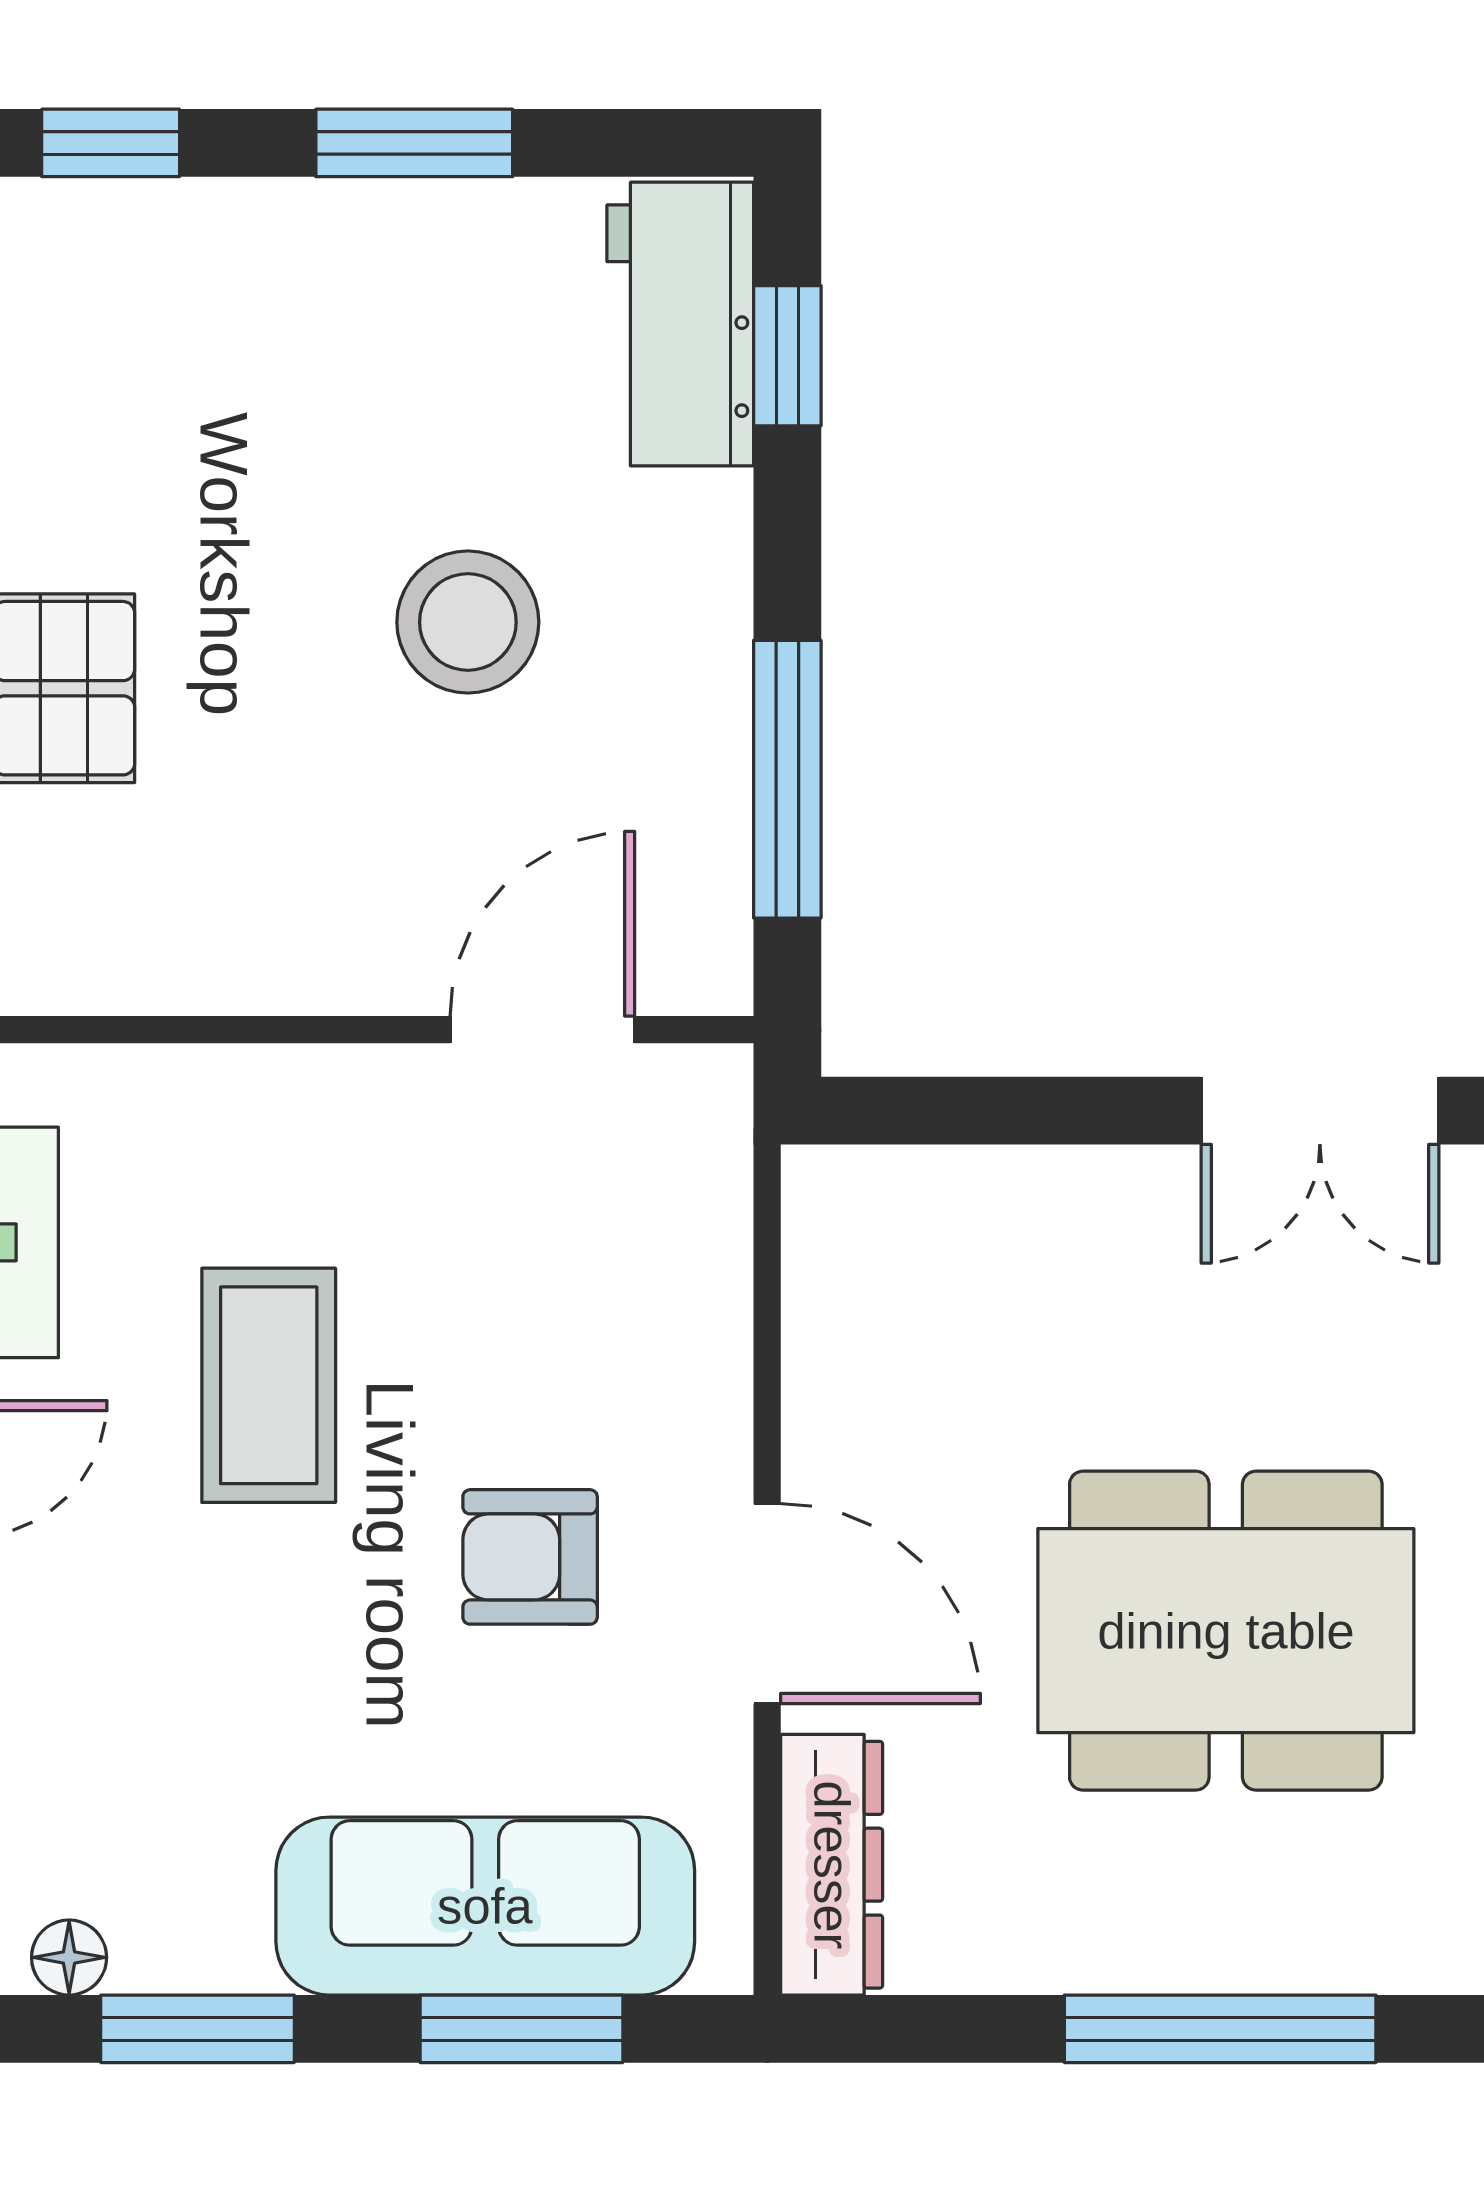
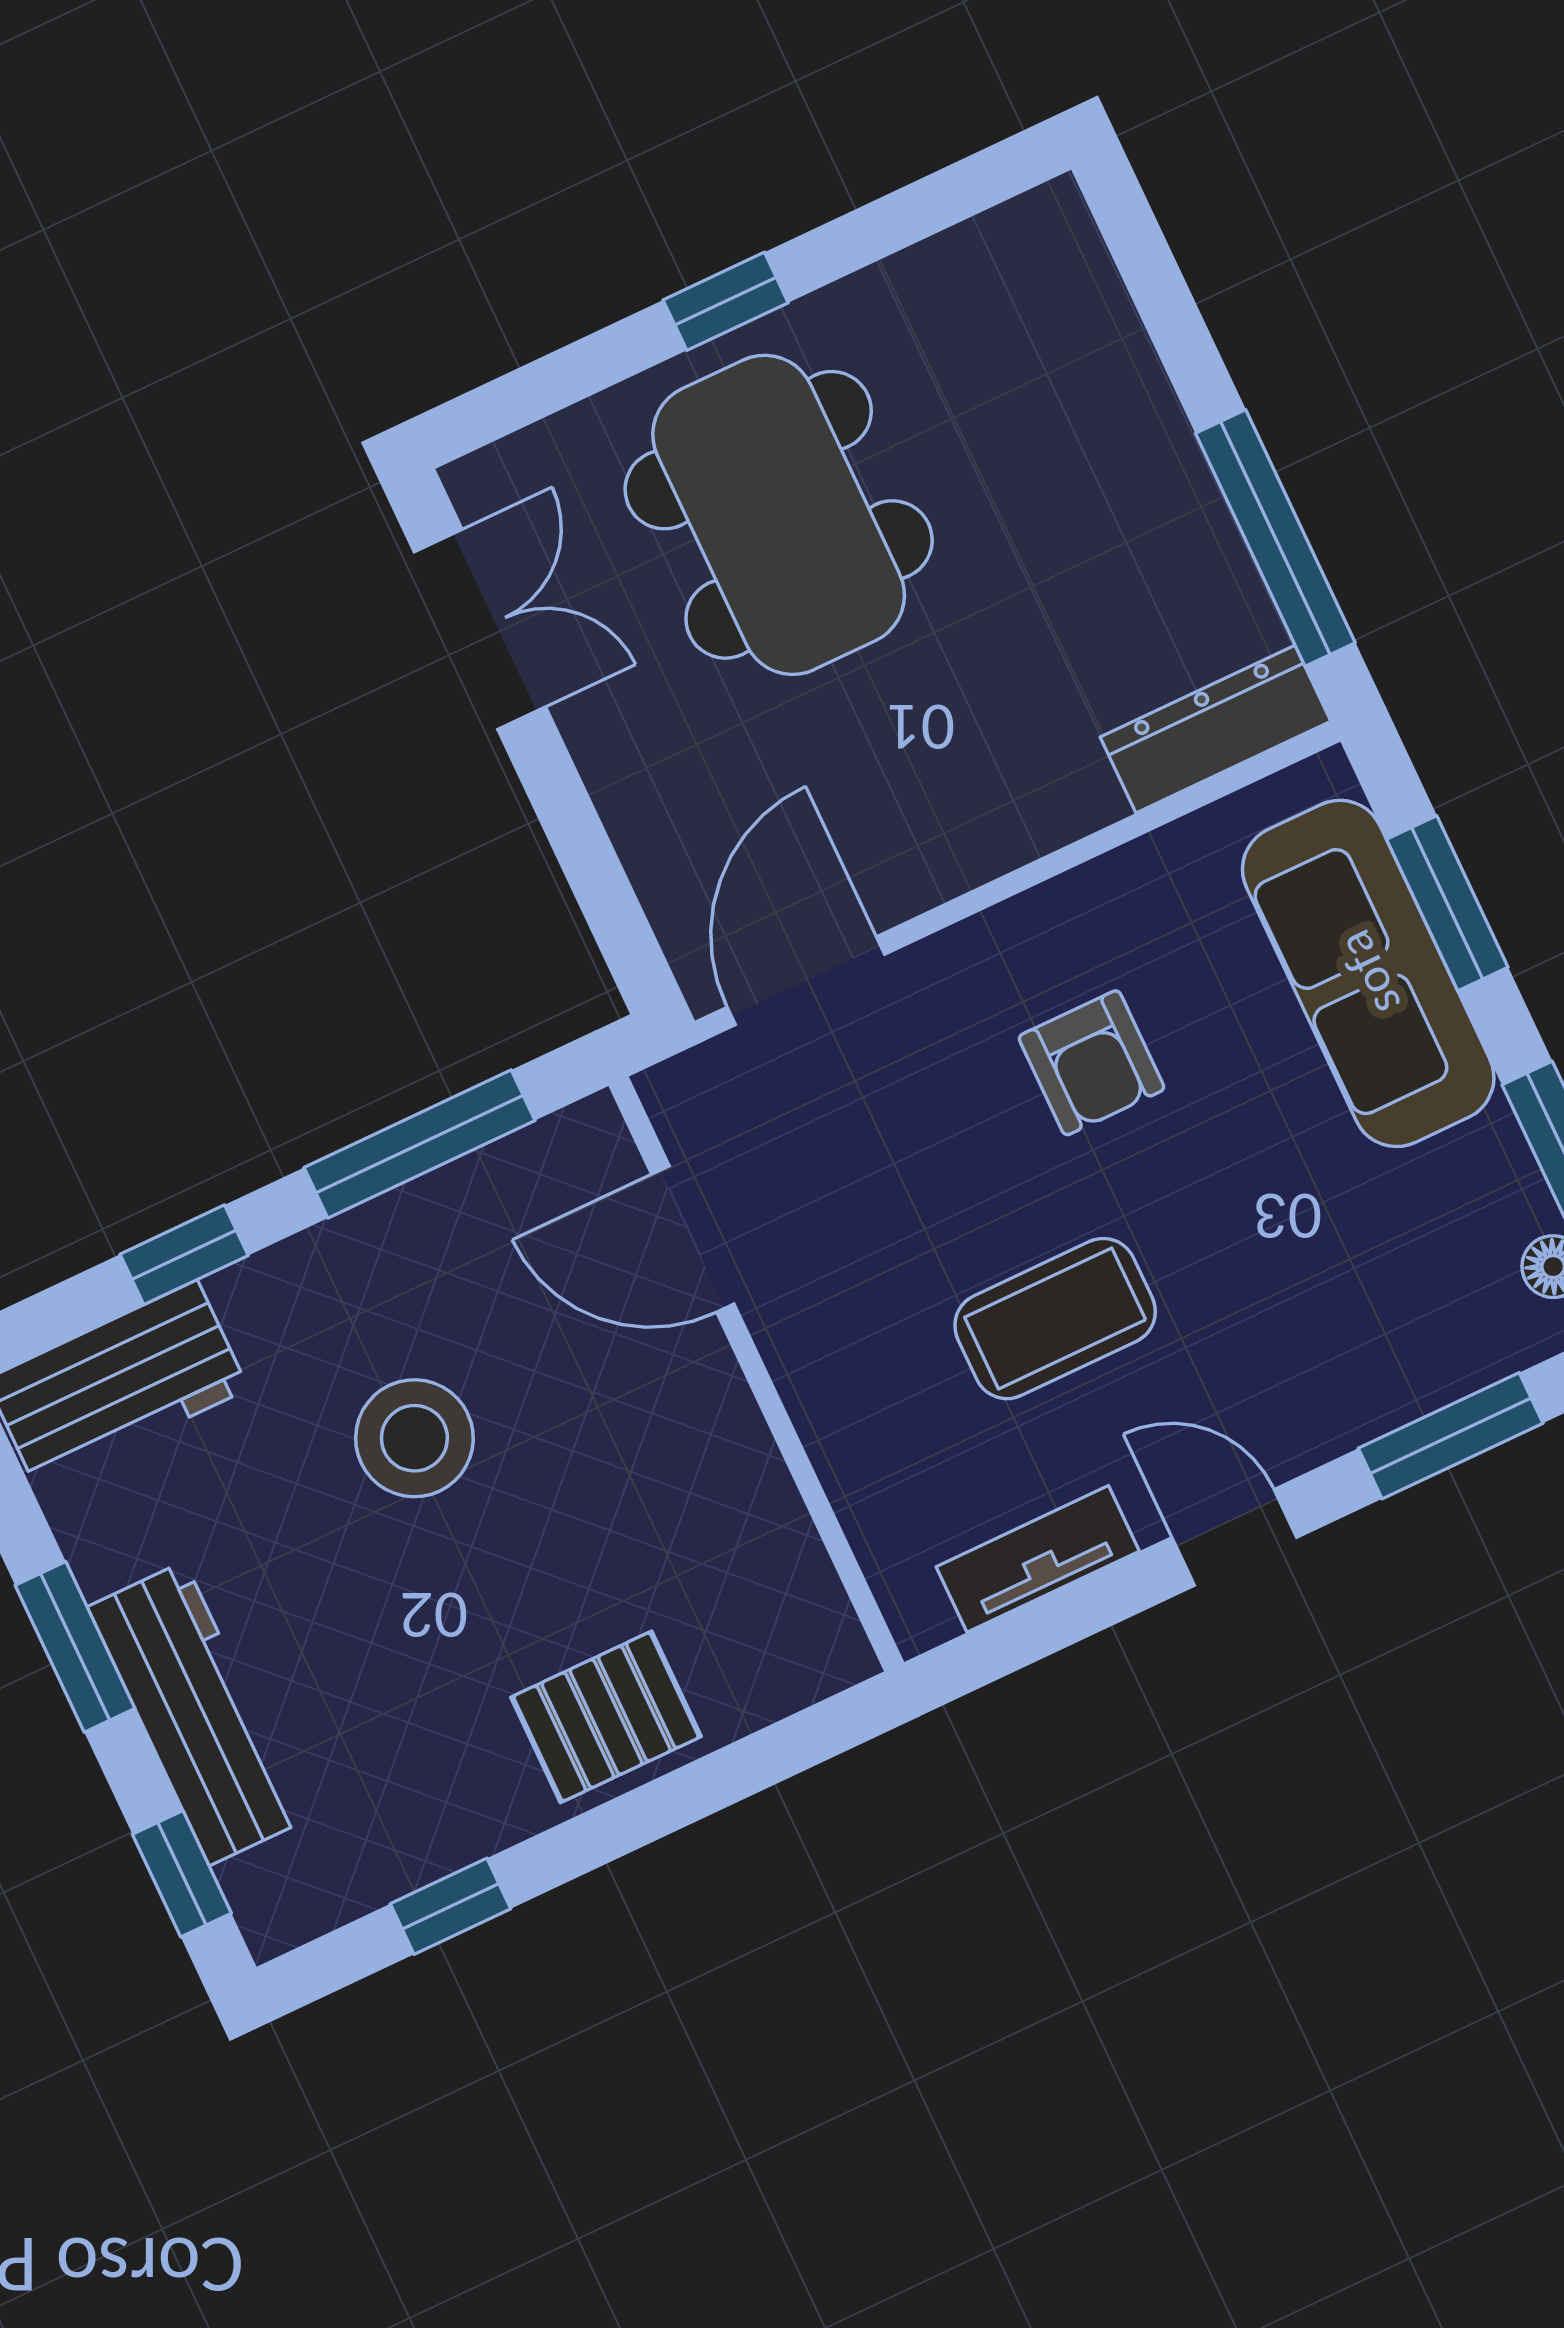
workbench: (279, 242) -> (197, 1713), added
window: (787, 356) -> (184, 1255), moved
door: (767, 1604) -> (806, 981), moved
dining table: (1226, 1631) -> (779, 515), moved
window: (1220, 2029) -> (1275, 538), moved

